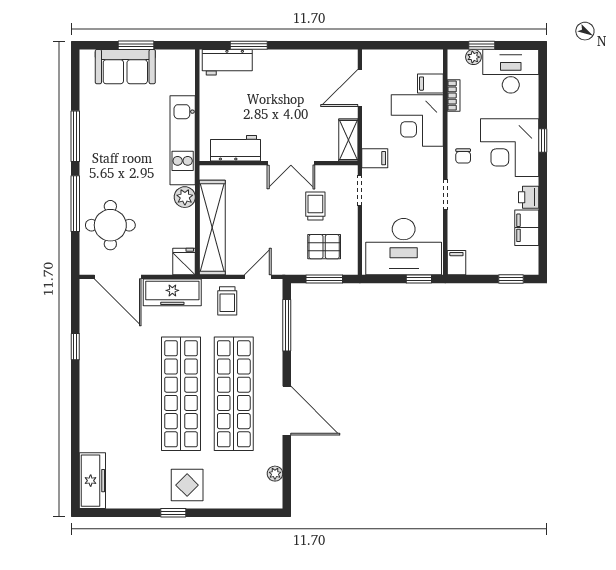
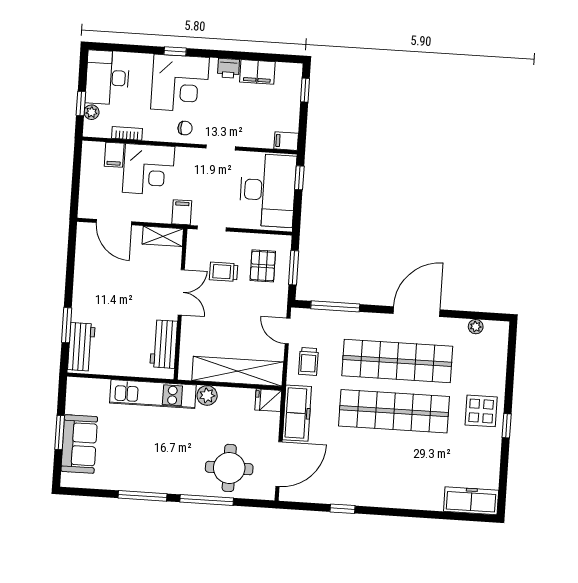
trolley: (227, 301) -> (308, 361), turned 90

